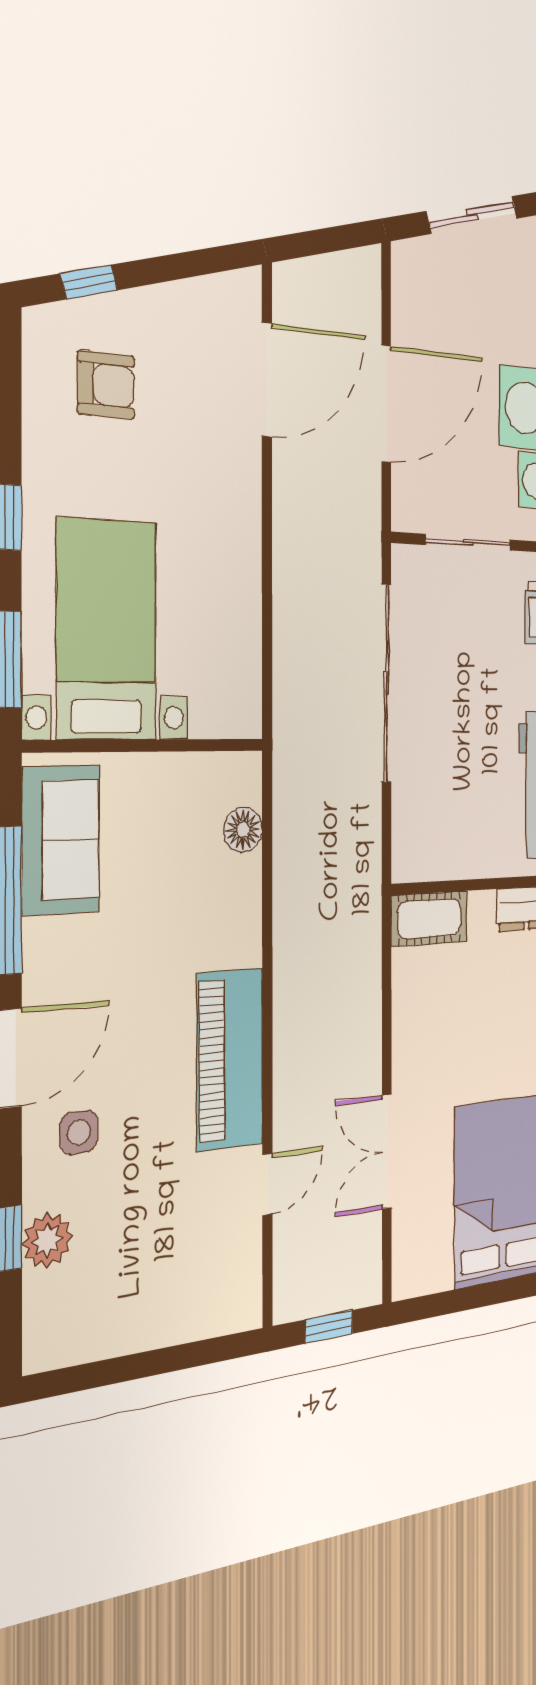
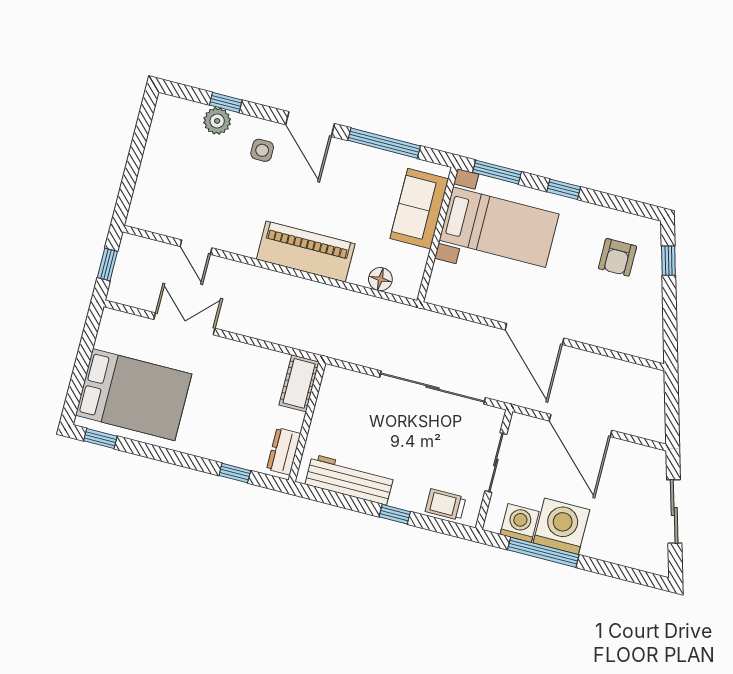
door: (267, 380) -> (534, 334), moved
sofa: (61, 840) -> (419, 209), moved, turned 90
piano: (230, 1059) -> (306, 251), moved

